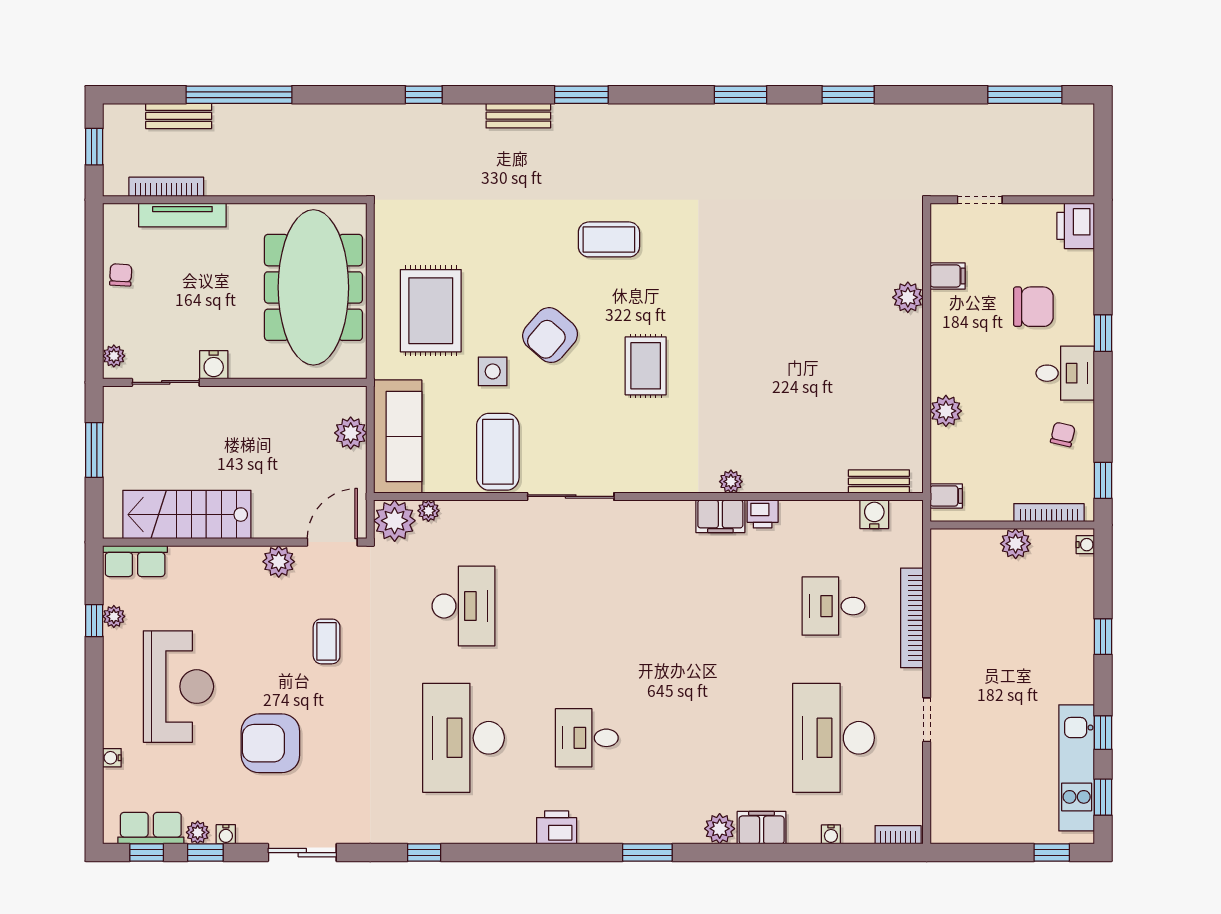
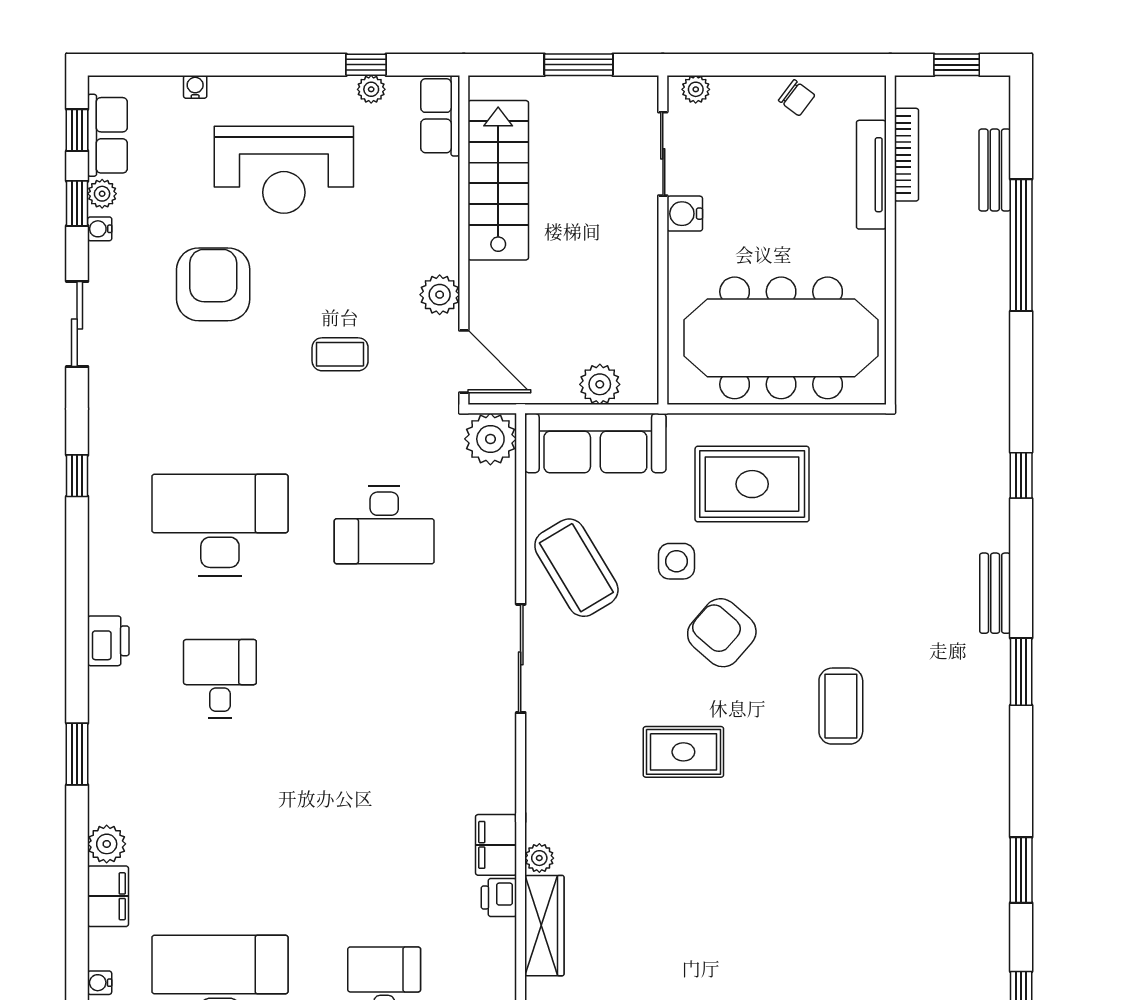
chair: (121, 275) -> (797, 98), turned 34
coffee table: (498, 452) -> (576, 568), turned 59
wardrobe: (785, 477) -> (544, 926), added
plant: (428, 511) -> (503, 481), removed

